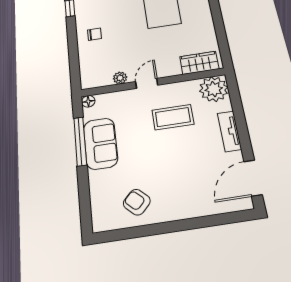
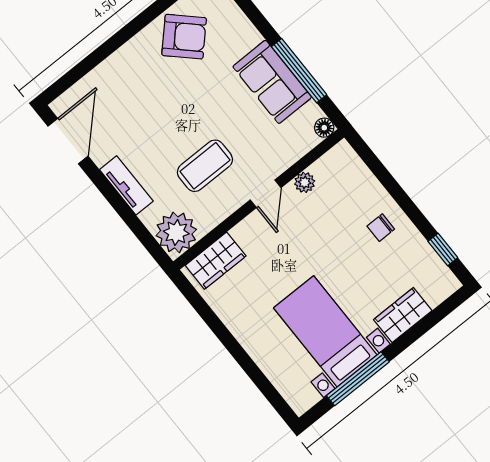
armchair: (137, 202) -> (184, 37), width x1.38, depth x1.38

